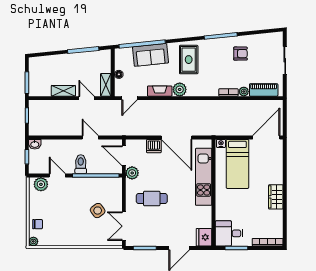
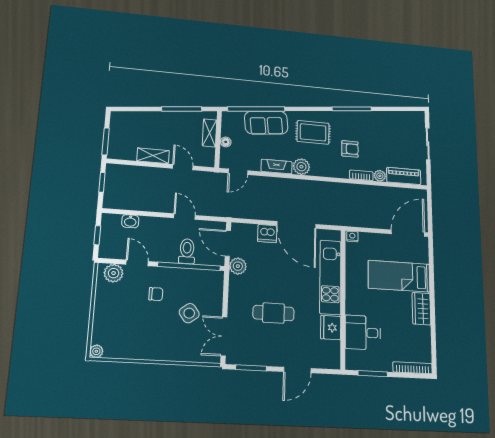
armchair: (240, 54) -> (350, 149), moved
rug: (189, 60) -> (313, 132), turned 90
shelving: (106, 85) -> (210, 133), moved
washbasin: (35, 144) -> (130, 221), moved
toilet: (81, 164) -> (187, 251), moved
bed: (237, 164) -> (399, 276), moved, turned 90
cafe table: (152, 199) -> (273, 313), moved
chair: (38, 224) -> (156, 294), moved
desk: (229, 233) -> (363, 333), moved
fridge: (204, 237) -> (331, 328), moved

